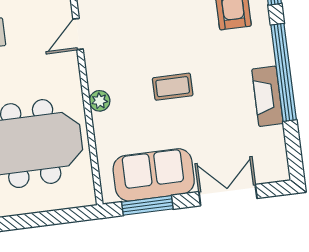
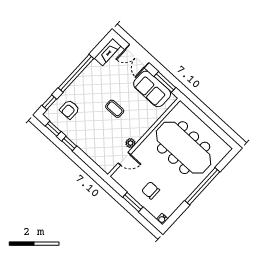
fireplace: (268, 96) -> (108, 52), moved
plant: (100, 101) -> (130, 143), moved

